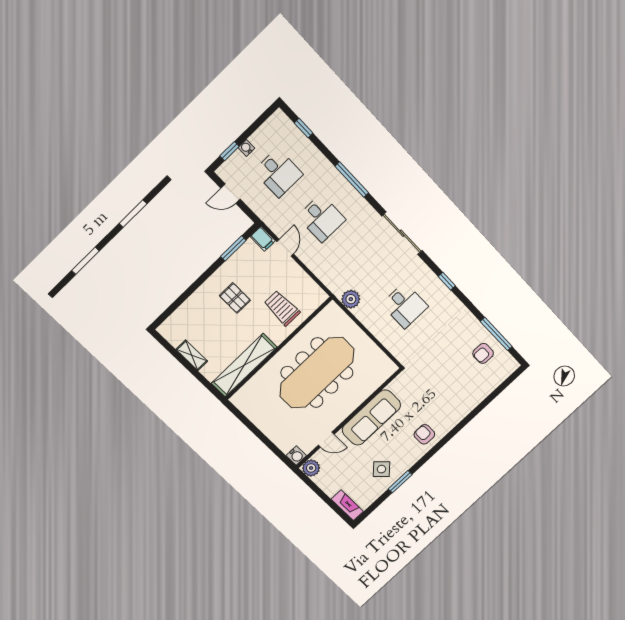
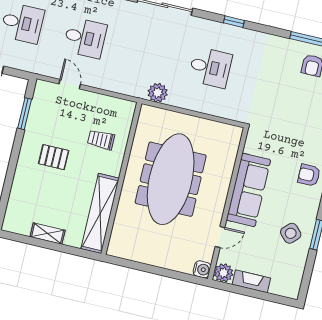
filing cabinet: (263, 239) -> (45, 89), removed
trolley: (282, 308) -> (101, 140), width x0.73, depth x0.72
fireplace: (347, 505) -> (251, 281), moved

